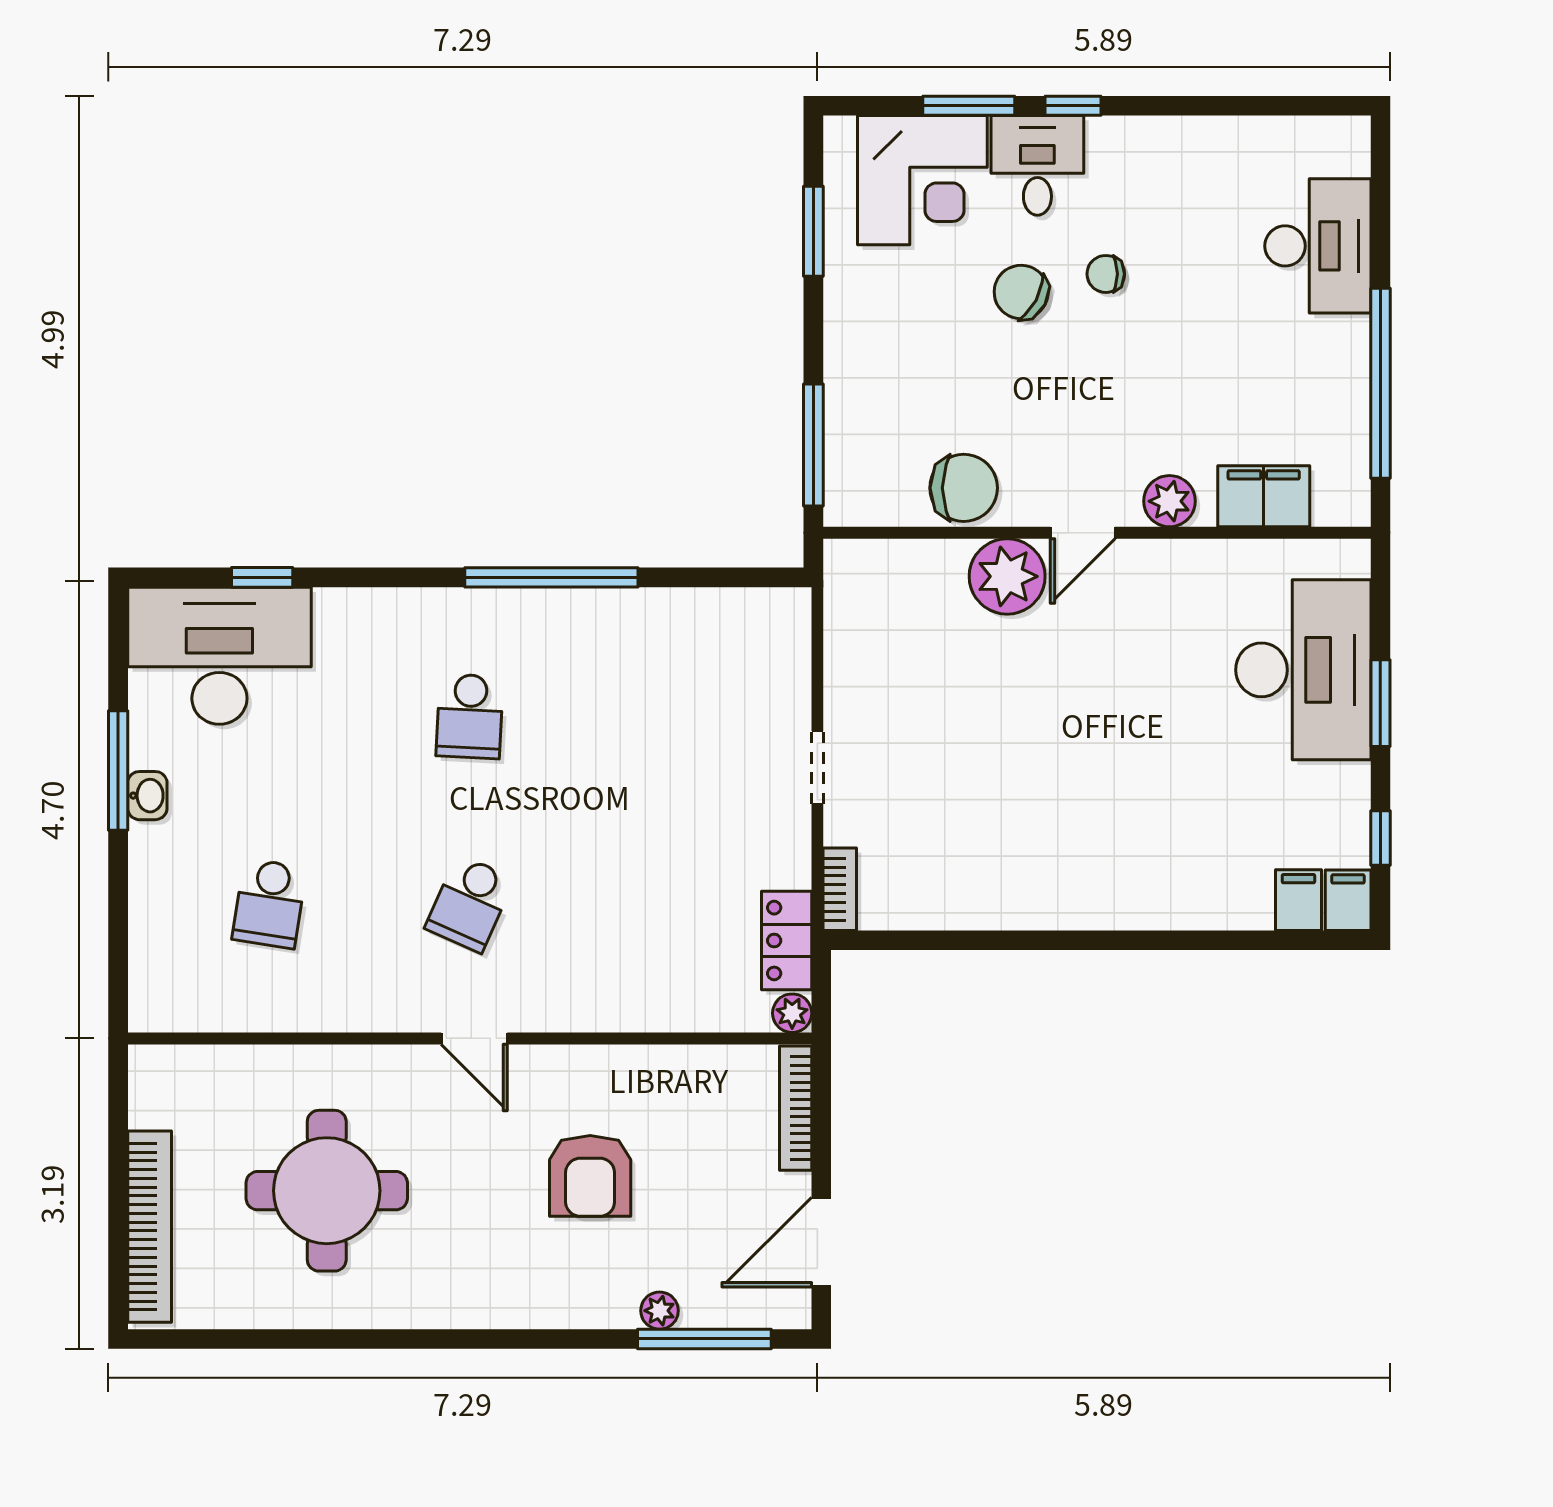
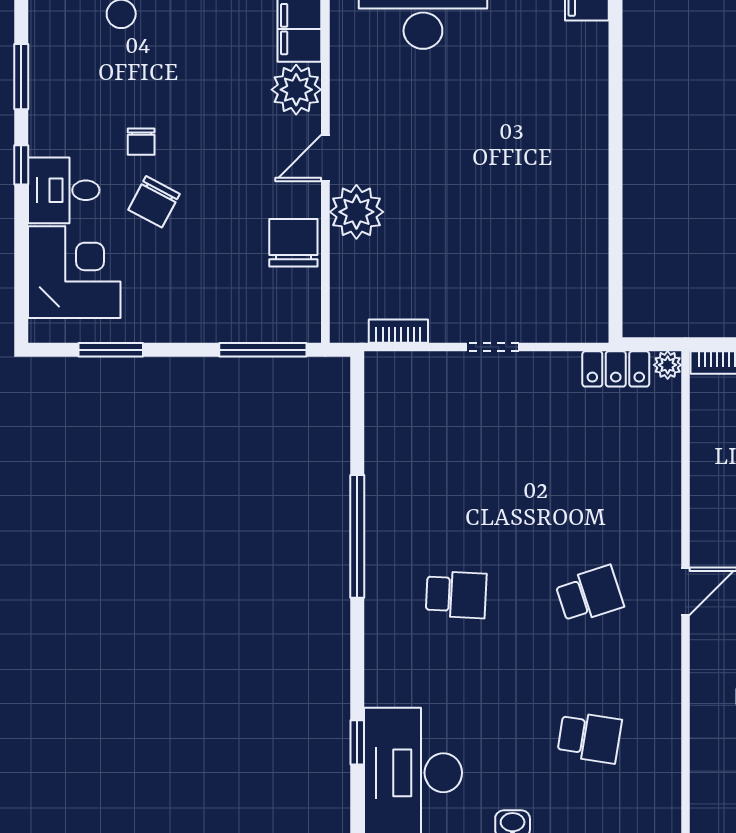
window: (969, 106) -> (21, 77), moved
plant: (1169, 501) -> (296, 90), width x1.36, depth x1.36
door: (1083, 533) -> (325, 158), swing flipped
bookcase: (840, 889) -> (398, 331), moved
school desk: (470, 904) -> (589, 595), turned -42

